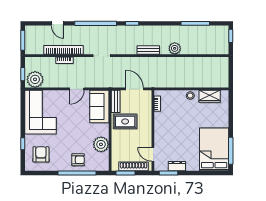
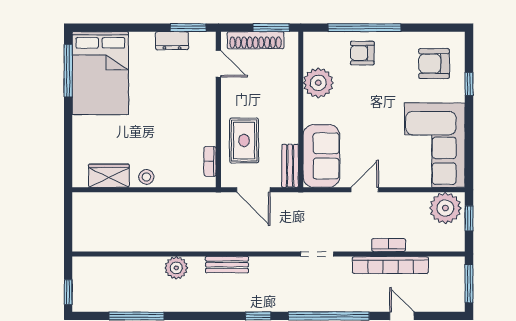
rug: (125, 121) -> (244, 141), moved, turned 90
armchair: (41, 154) -> (434, 64), turned 90

